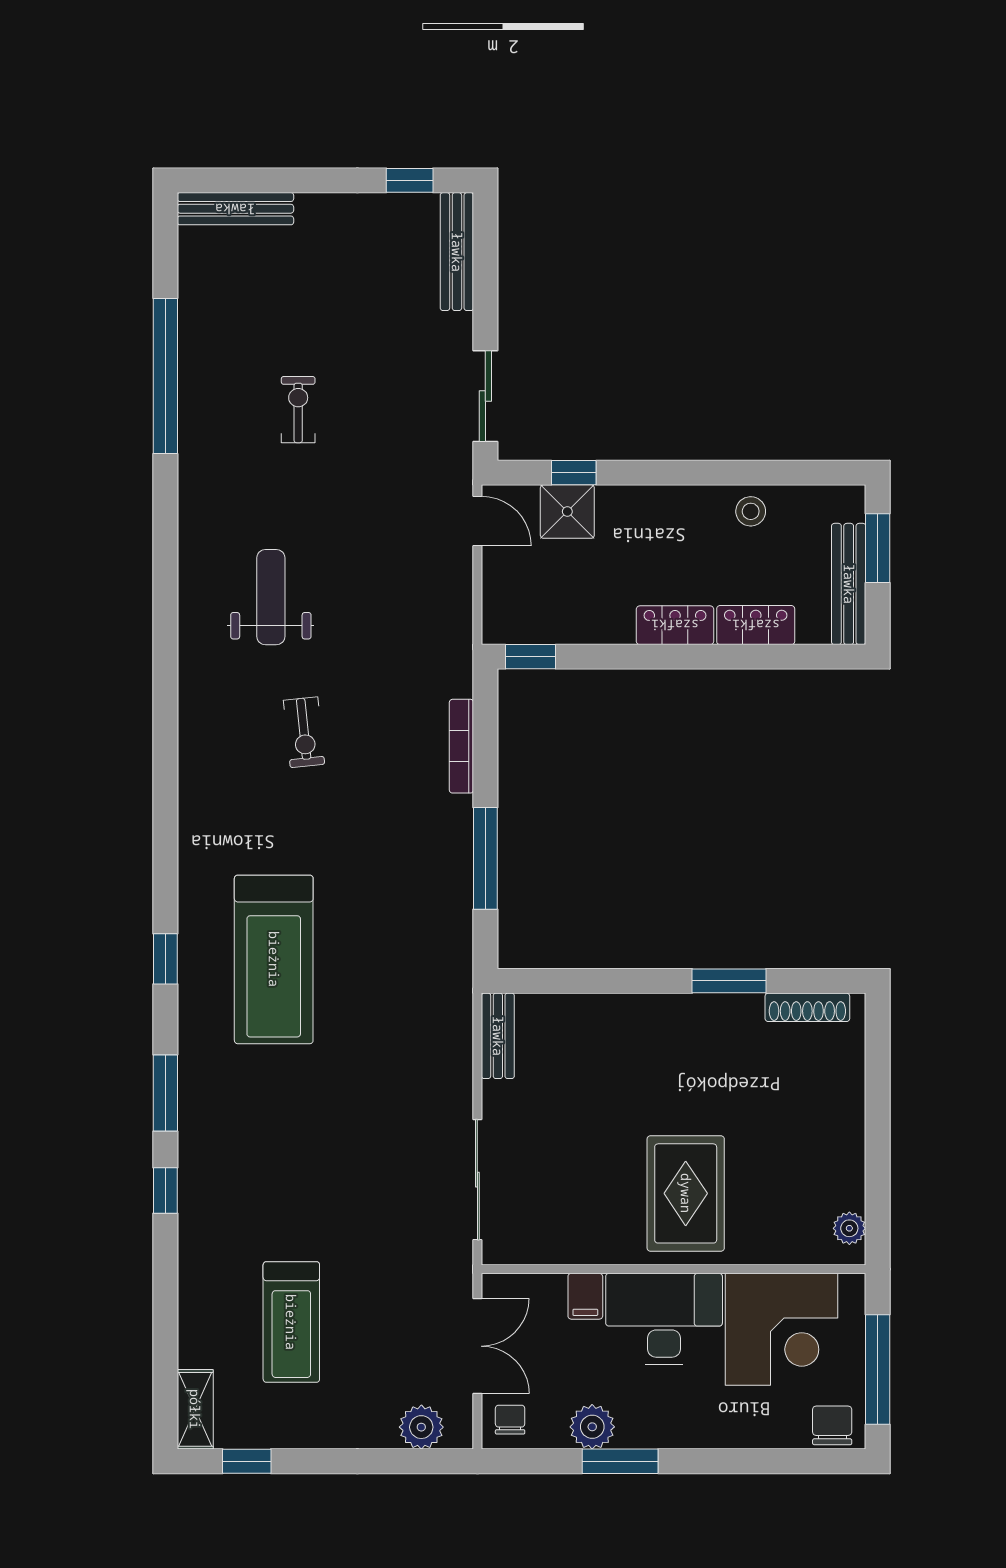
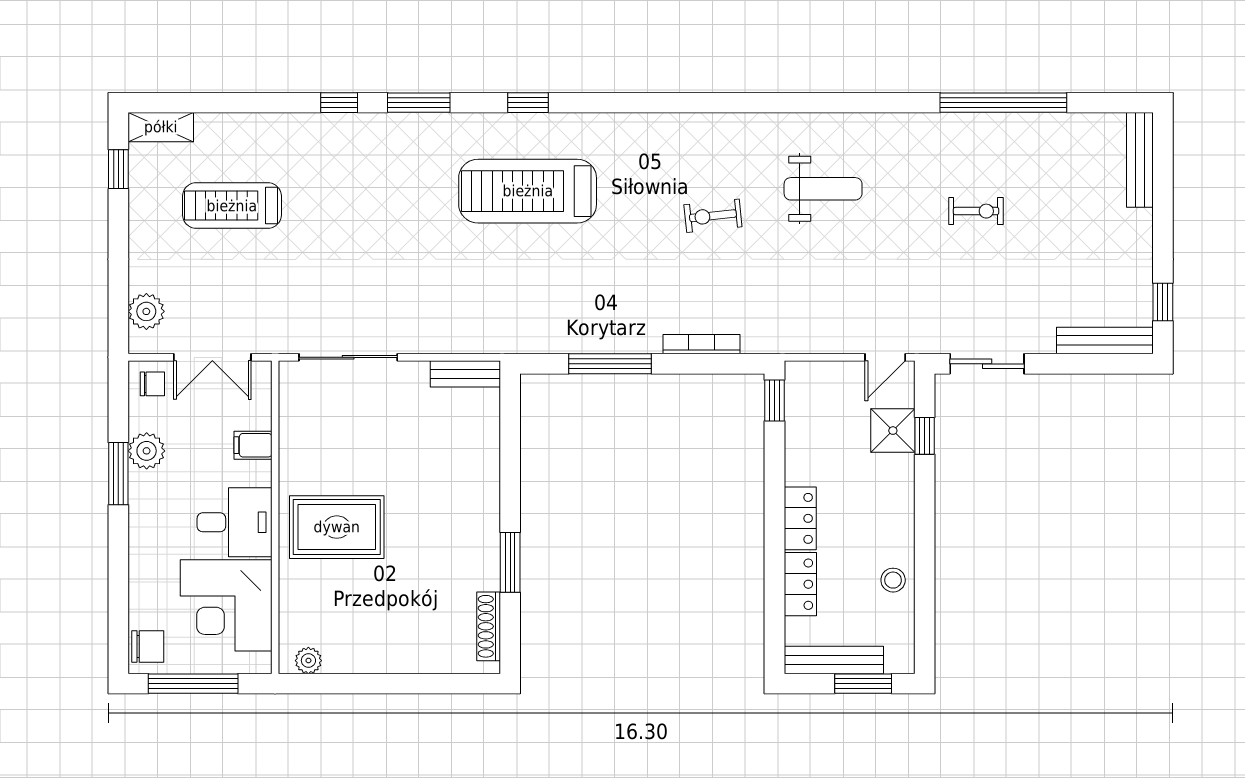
desk: (664, 1319) -> (235, 522), width x0.73

